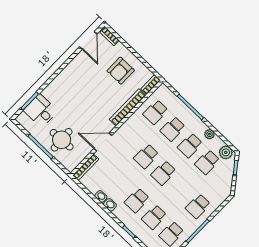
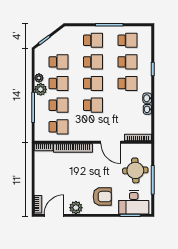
plant: (78, 64) -> (76, 208), added
armchair: (121, 71) -> (102, 197), moved
desk: (40, 111) -> (134, 202), width x1.37
plant: (226, 152) -> (41, 89), moved
school desk: (181, 190) -> (93, 62), added

